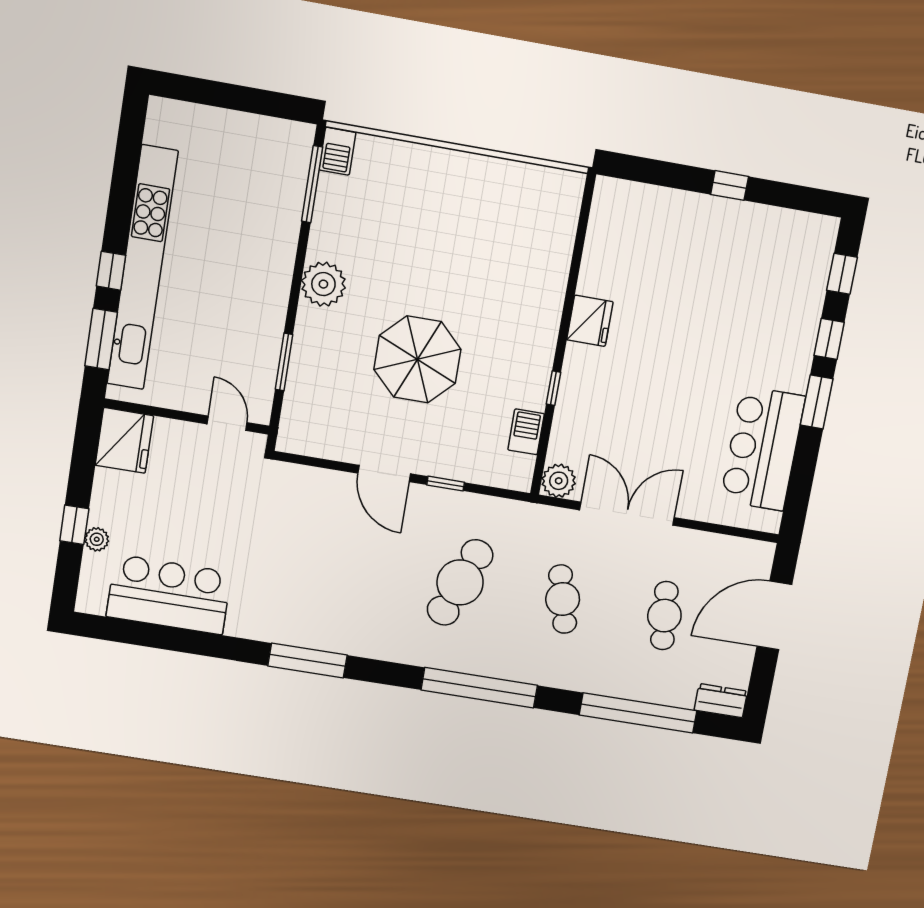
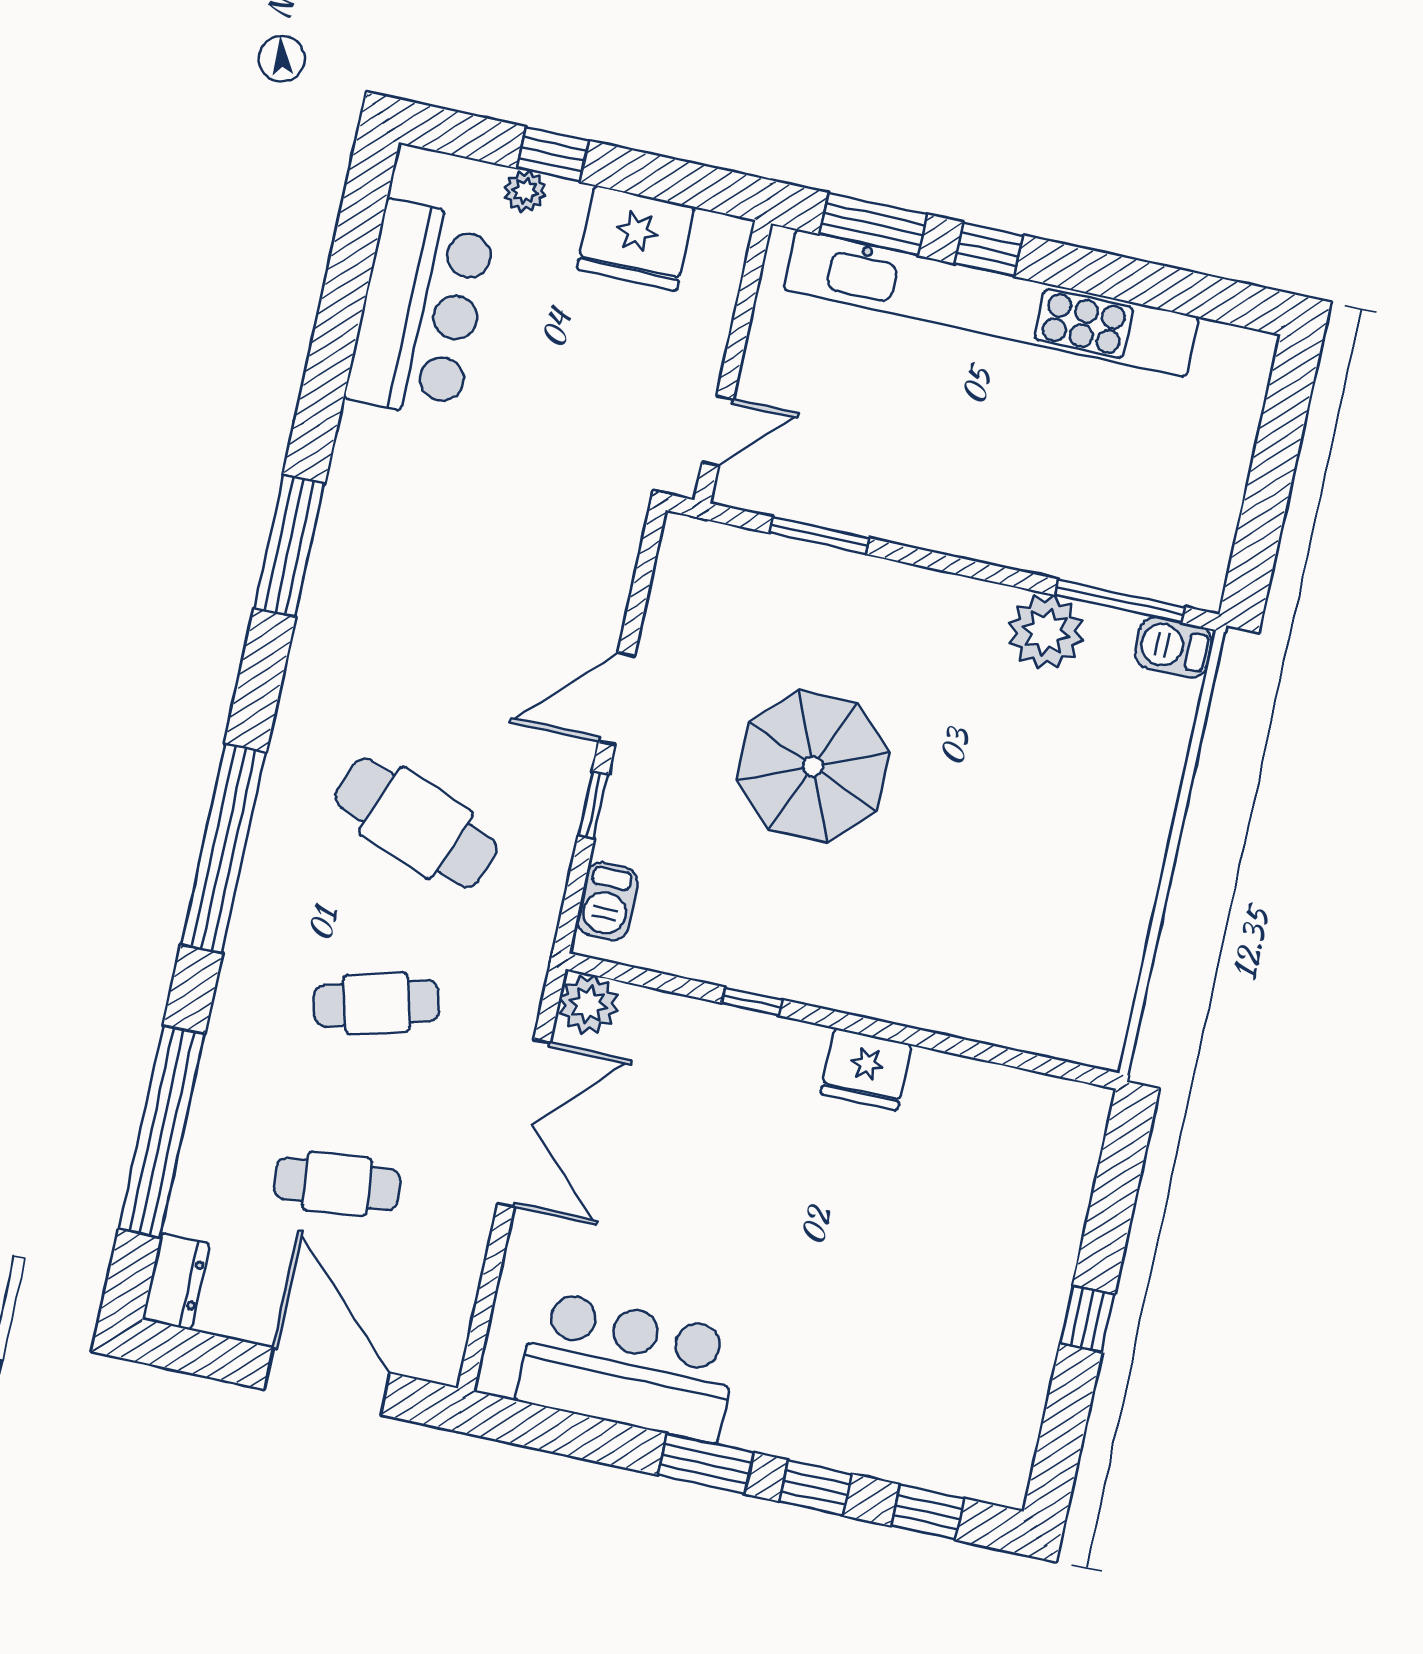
plant: (323, 284) -> (1046, 632), moved
barbecue: (526, 432) -> (607, 901), moved, turned 90
fridge: (124, 440) -> (636, 238), moved

